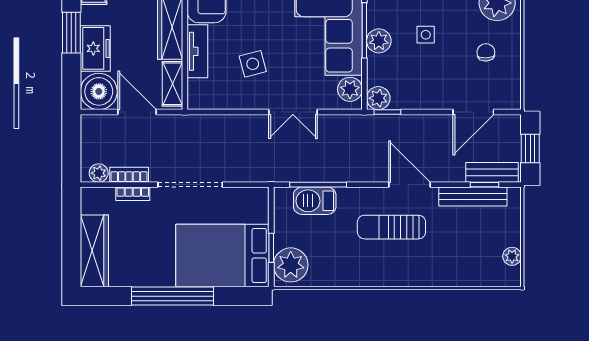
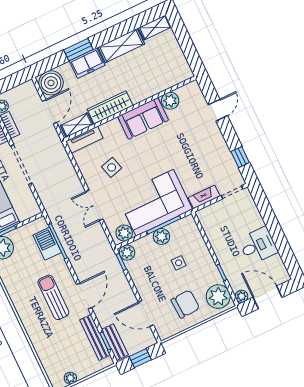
freezer: (95, 48) -> (87, 63), moved
tv unit: (197, 51) -> (84, 140), moved
chair: (486, 52) -> (185, 304), width x1.87, depth x1.87

